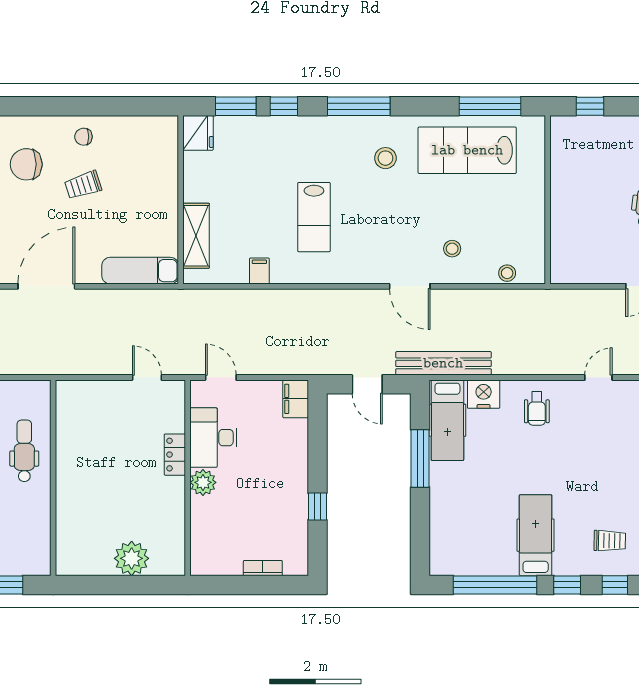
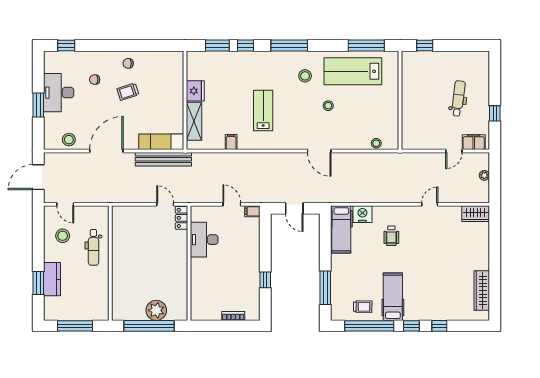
fridge: (198, 133) -> (195, 91), moved
chair: (26, 164) -> (95, 80), width x0.54, depth x0.54
lab bench: (314, 217) -> (263, 110), turned 180
stool: (452, 249) -> (328, 106), moved
bench: (443, 363) -> (163, 159), moved
door: (221, 377) -> (232, 204), moved
filing cabinet: (296, 399) -> (252, 211), width x0.50
wheelchair: (537, 409) -> (391, 236), moved
dental chair: (24, 451) -> (93, 247), turned 180
locker: (175, 455) -> (182, 218), moved
window: (420, 458) -> (325, 288), moved
plant: (203, 482) -> (198, 266), removed
trolley: (610, 541) -> (363, 307), moved
window: (119, 585) -> (149, 326), added

